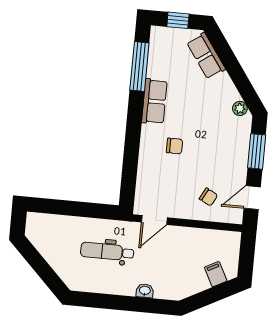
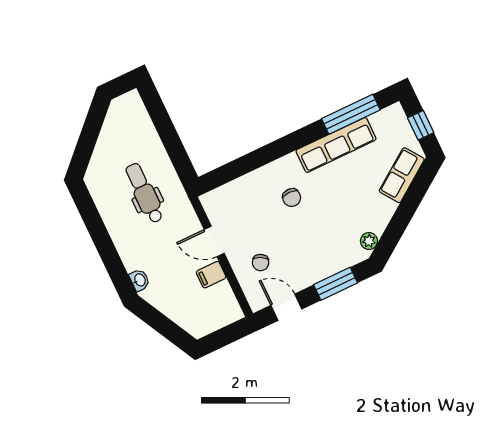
row of seats: (154, 101) -> (336, 145), width x1.48
door: (154, 220) -> (214, 241), moved
filing cabinet: (216, 274) -> (211, 275), moved, turned -152
washbasin: (145, 291) -> (140, 280), moved

